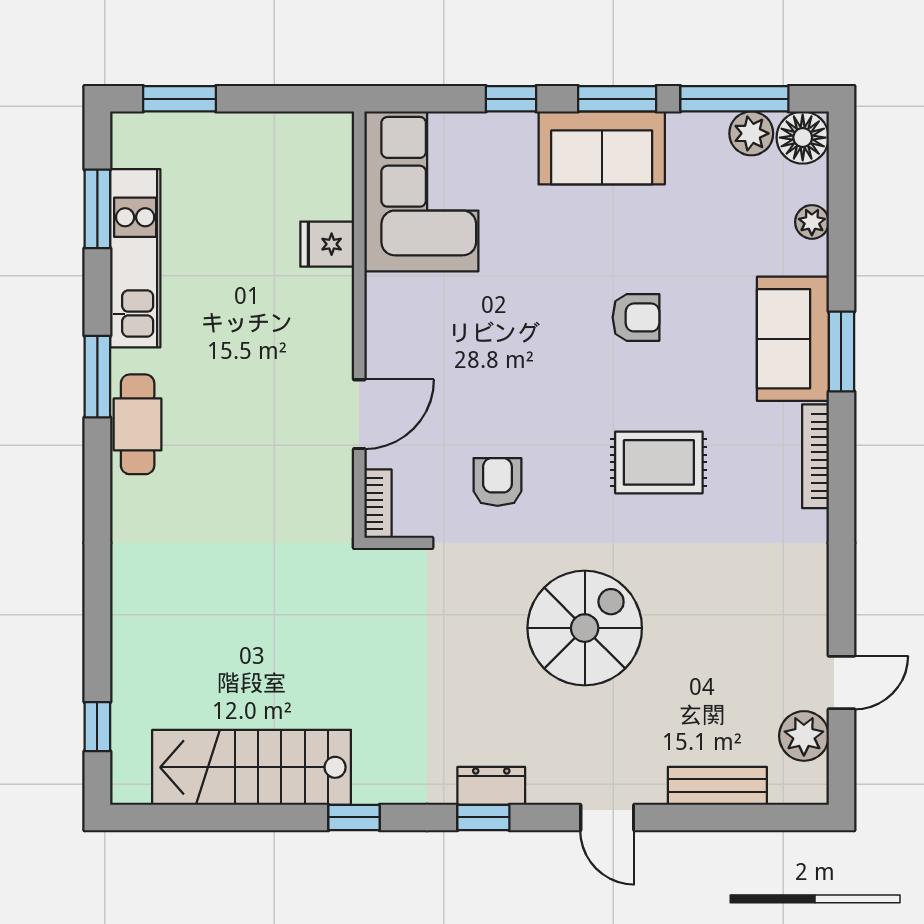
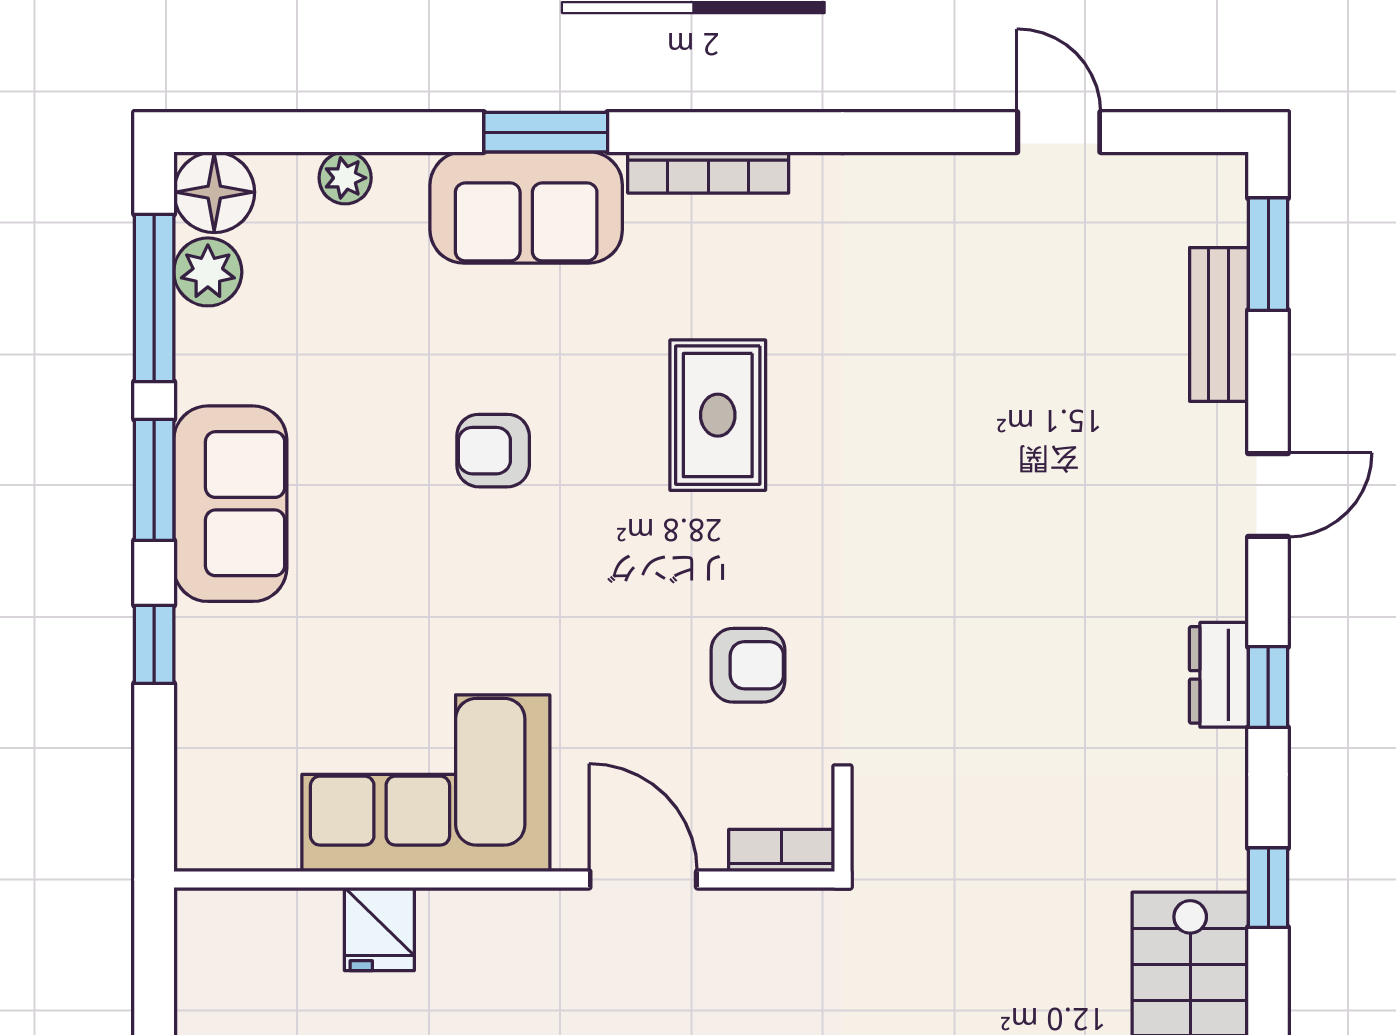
corner sofa: (421, 191) -> (426, 783), moved
armchair: (636, 317) -> (493, 451), turned -90
armchair: (497, 482) -> (748, 665), turned 180
spiral stairs: (585, 628) -> (974, 530), removed
plant: (804, 736) -> (1142, 190), removed
window: (763, 817) -> (1268, 254), added

